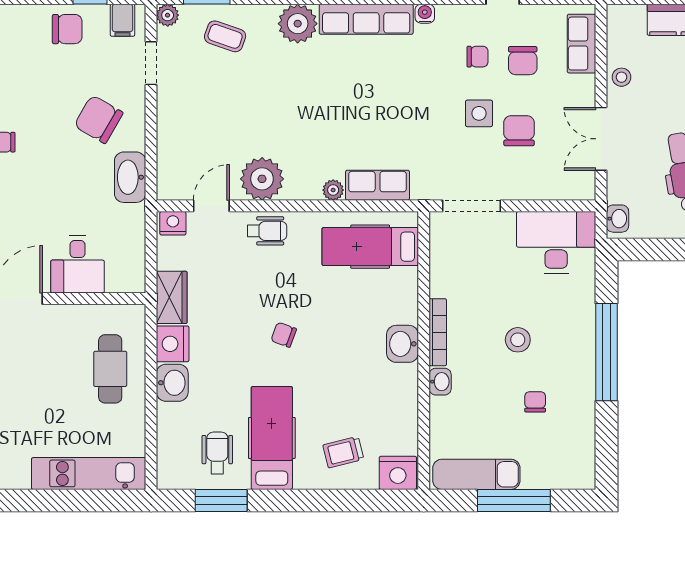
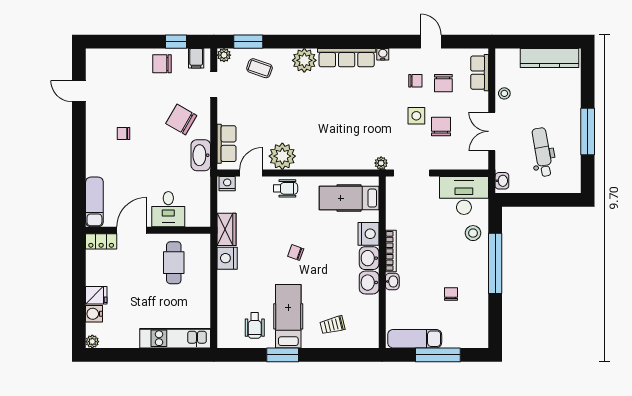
chair: (67, 29) -> (162, 64), turned 180
row of seats: (378, 185) -> (226, 144), moved, turned 90
plant: (333, 190) -> (381, 163), moved
stool: (518, 340) -> (473, 233), moved
cafe table: (110, 369) -> (174, 263), moved
washbasin: (172, 383) -> (369, 283), moved, turned 180
wheelchair: (217, 453) -> (255, 326), turned 180
nightstand: (398, 473) -> (369, 234), moved, turned -90
window: (221, 500) -> (283, 355), moved

